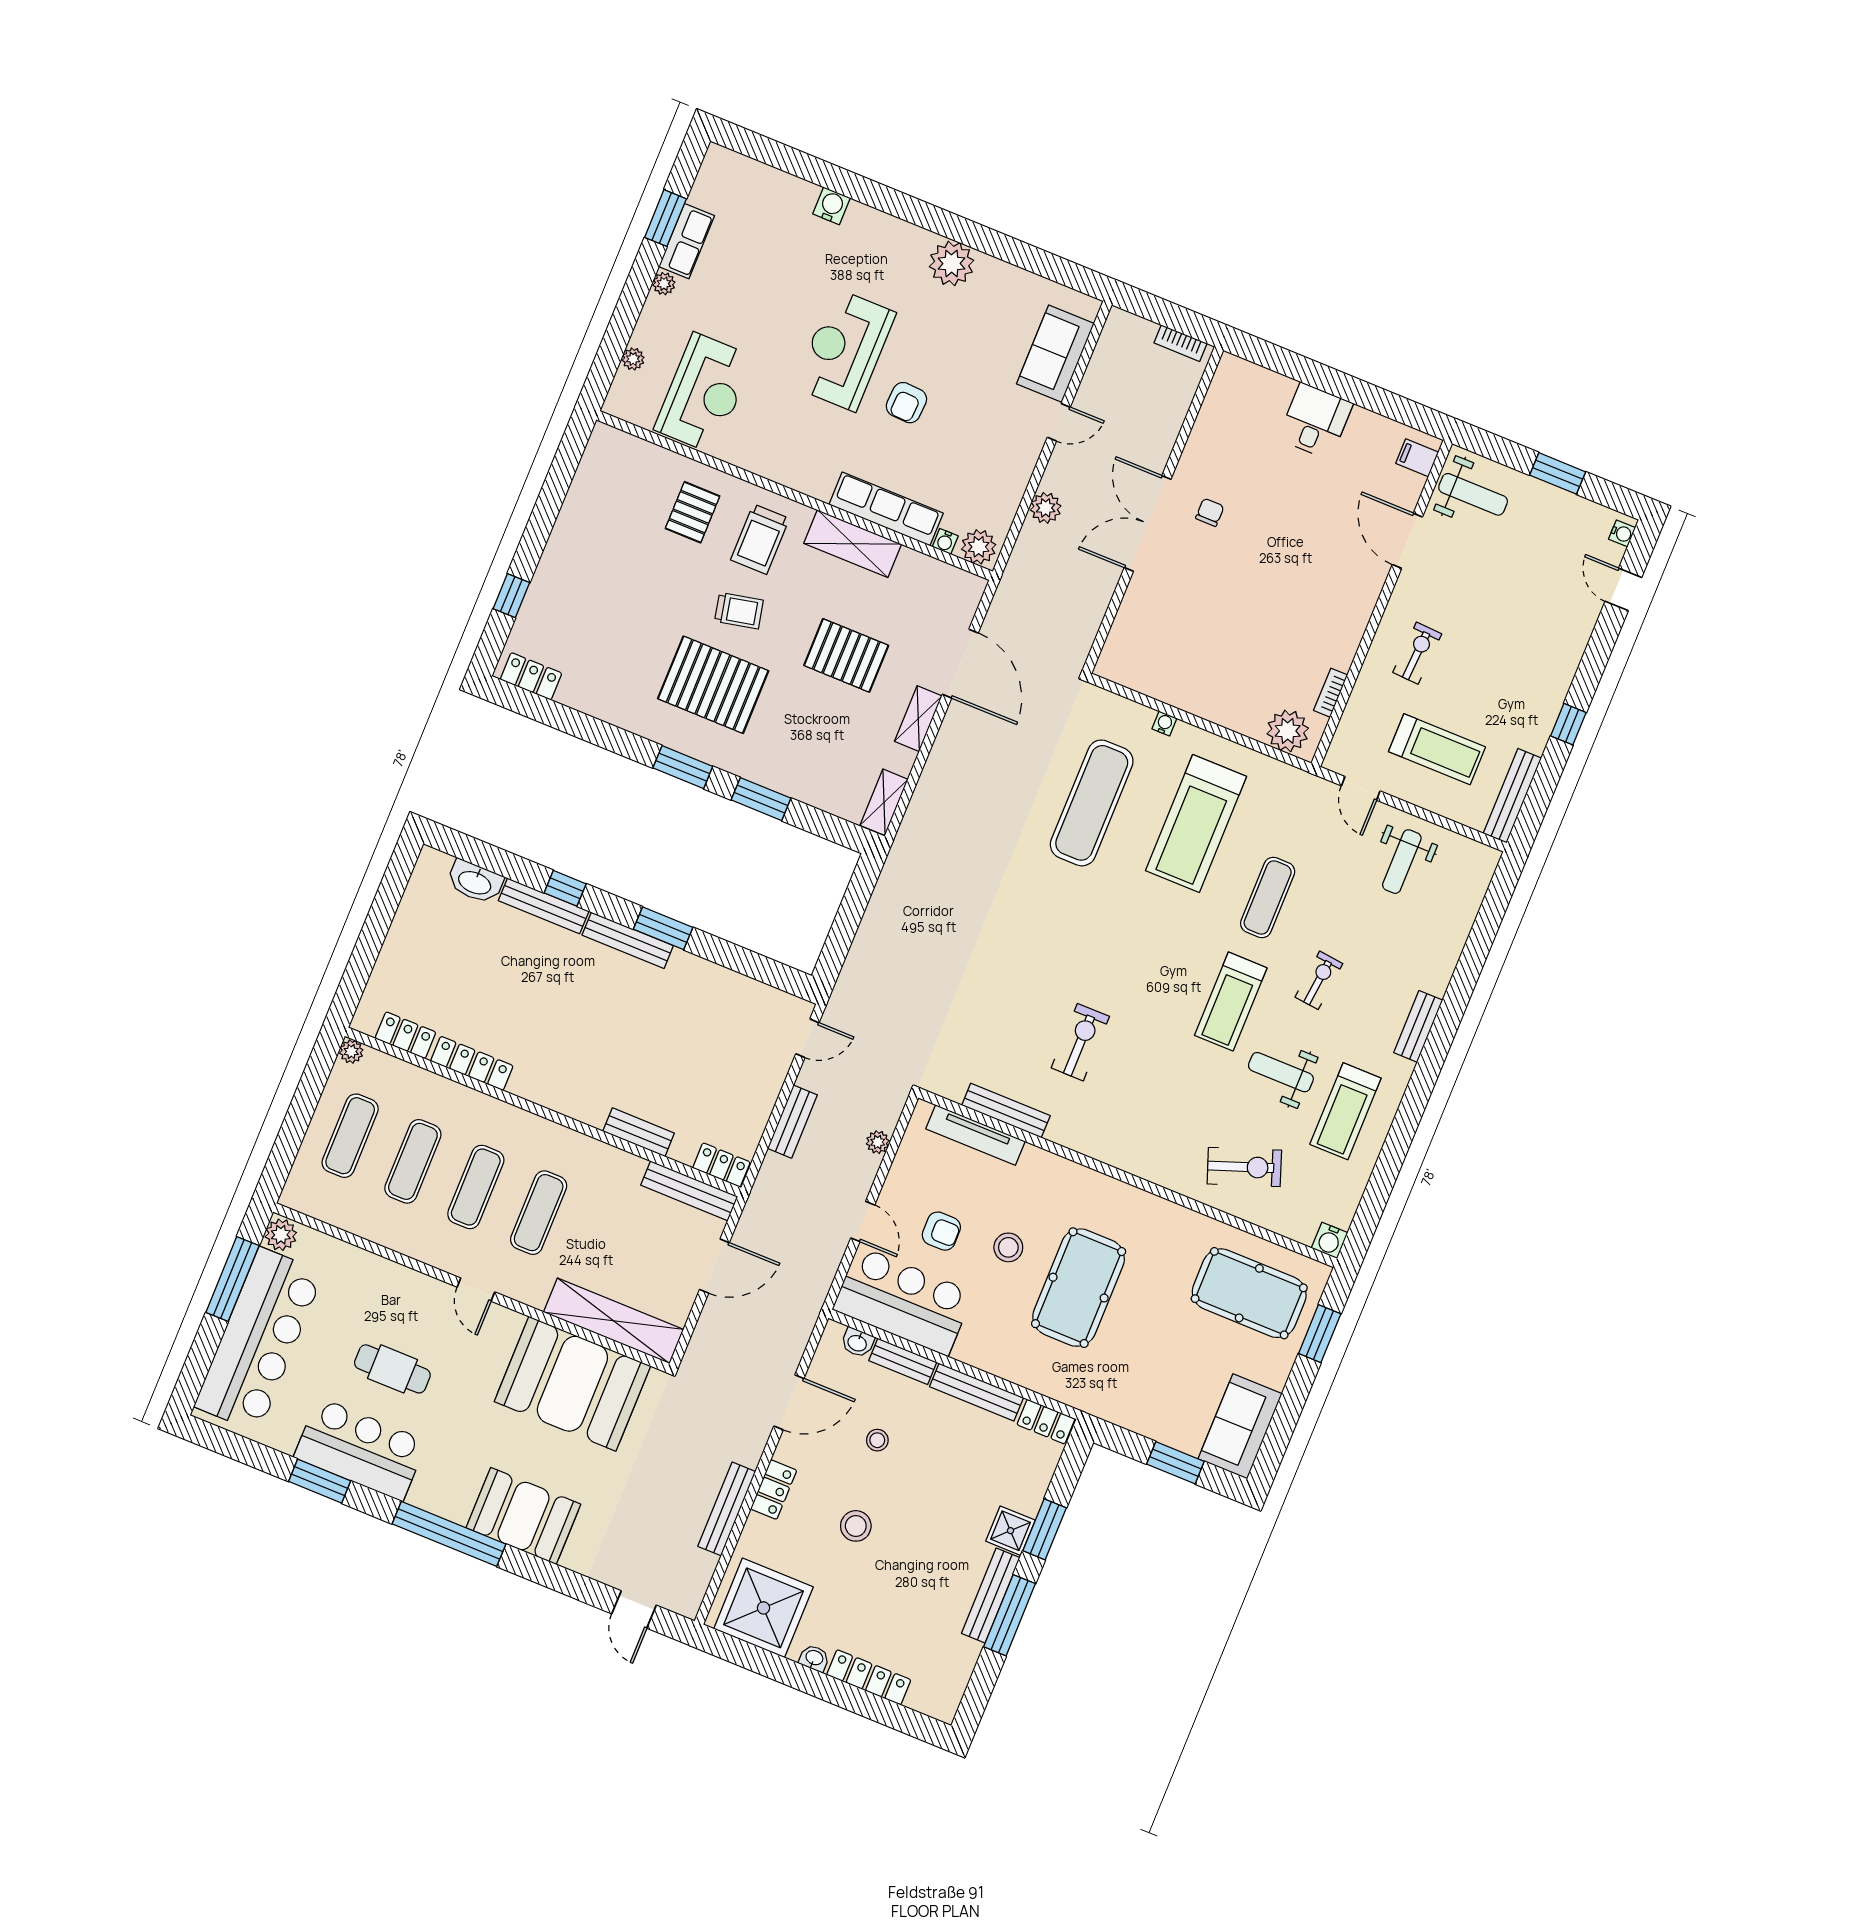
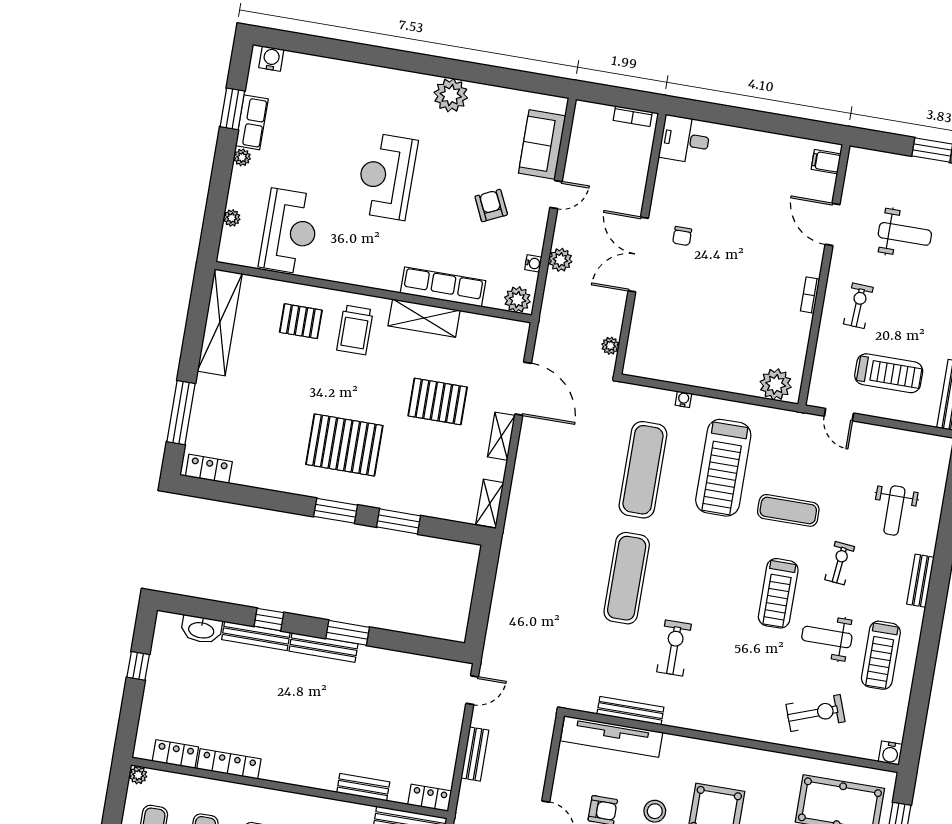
water cooler: (832, 206) -> (271, 59), moved
armchair: (906, 403) -> (491, 206), moved, turned 152
desk: (1315, 421) -> (685, 140), moved, turned -90
shelving: (588, 490) -> (220, 322), added
weight bench: (1473, 494) -> (905, 234), moved
pallet: (693, 512) -> (301, 321), turned 90
chair: (1210, 512) -> (682, 236), turned 180
water cooler: (945, 541) -> (533, 263), moved, turned -90
window: (511, 596) -> (181, 413), width x2.17
trolley: (739, 611) -> (351, 386), removed
bookcase: (1331, 693) -> (810, 295), moved
weight bench: (1402, 862) -> (894, 510), moved
exercise mat: (1268, 898) -> (788, 510), turned 90
window: (383, 910) -> (138, 666), added
exercise mat: (1039, 938) -> (627, 578), added
tv unit: (975, 1135) -> (612, 737), width x1.36, depth x1.29
plant: (878, 1142) -> (610, 346), moved

